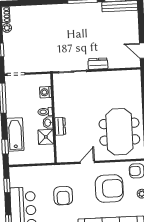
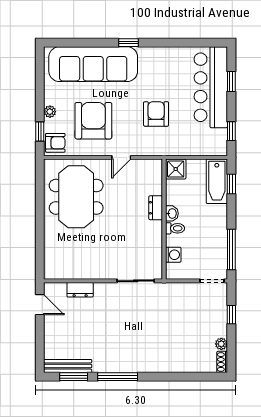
dresser: (98, 64) -> (80, 290), moved
bathtub: (15, 134) -> (217, 181), moved
shower: (46, 137) -> (176, 169), moved
armchair: (109, 189) -> (93, 121), turned 90

